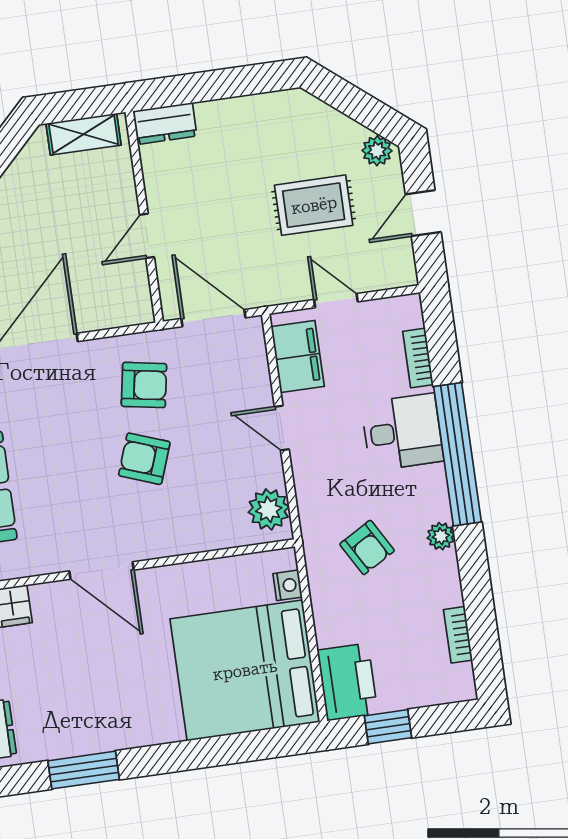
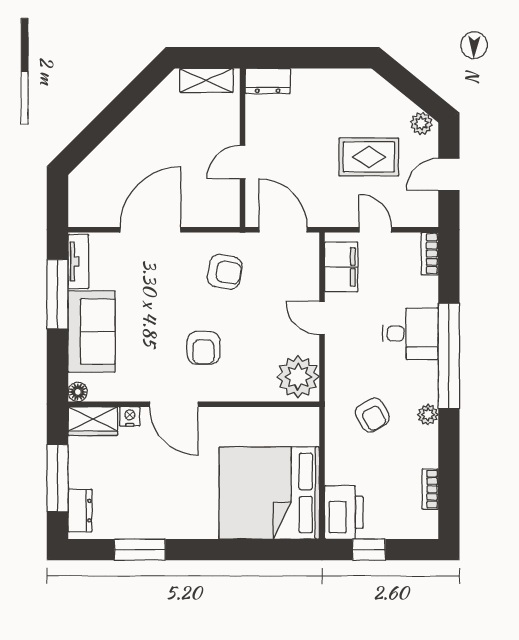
bookcase: (418, 358) -> (430, 254), moved
armchair: (144, 459) -> (203, 348), moved, turned -110
plant: (269, 509) -> (298, 377), width x1.36, depth x1.36
nightstand: (288, 585) -> (130, 416), moved, turned -90

